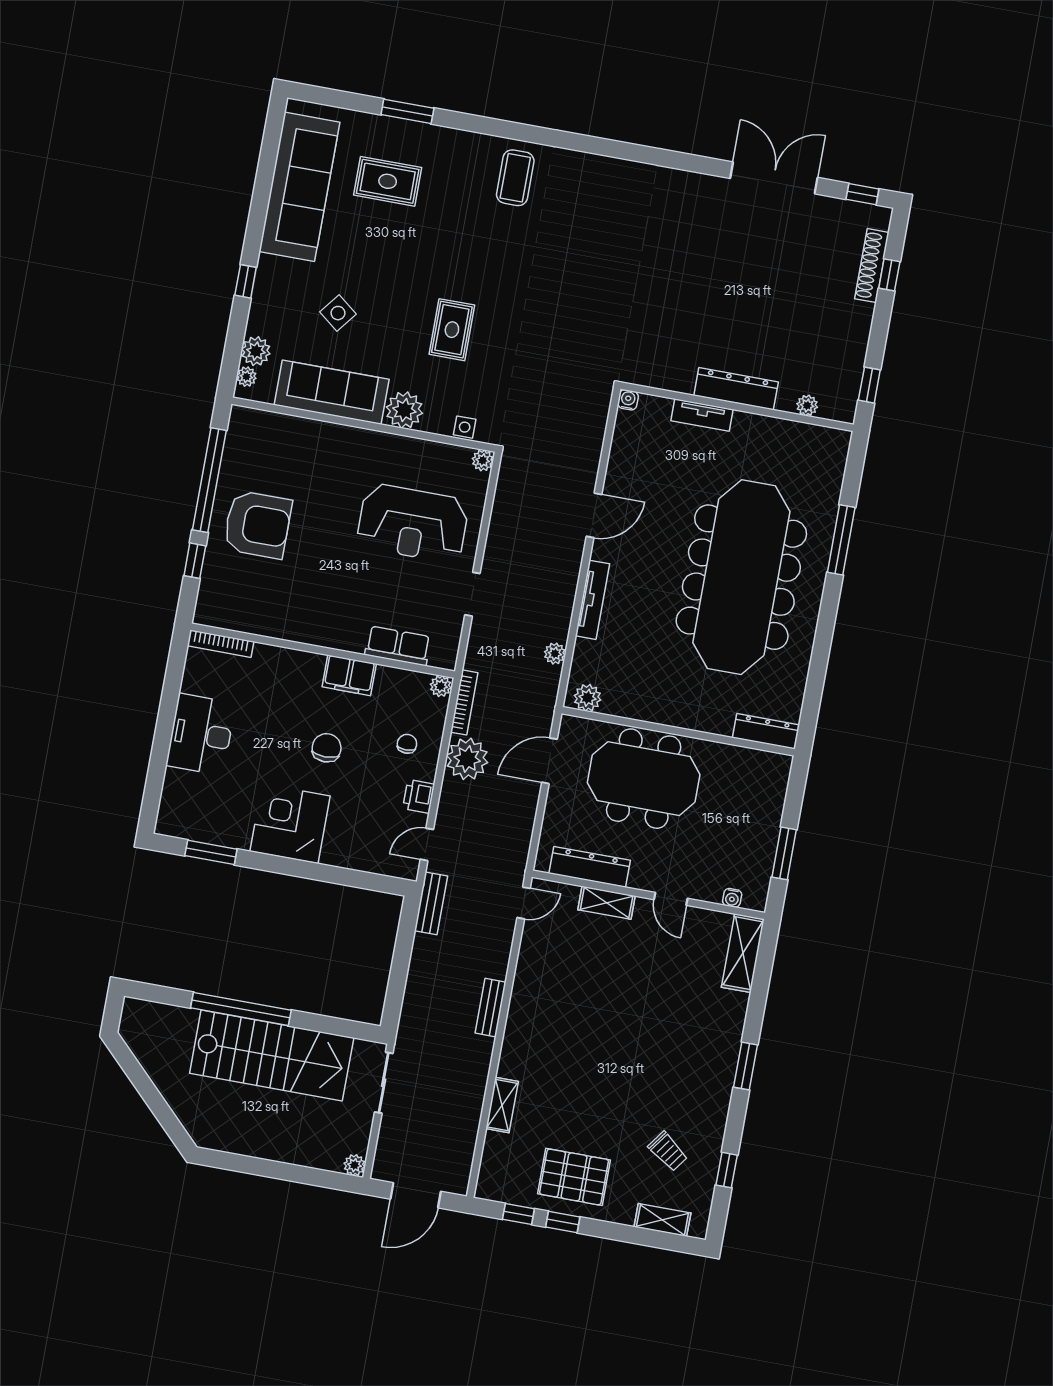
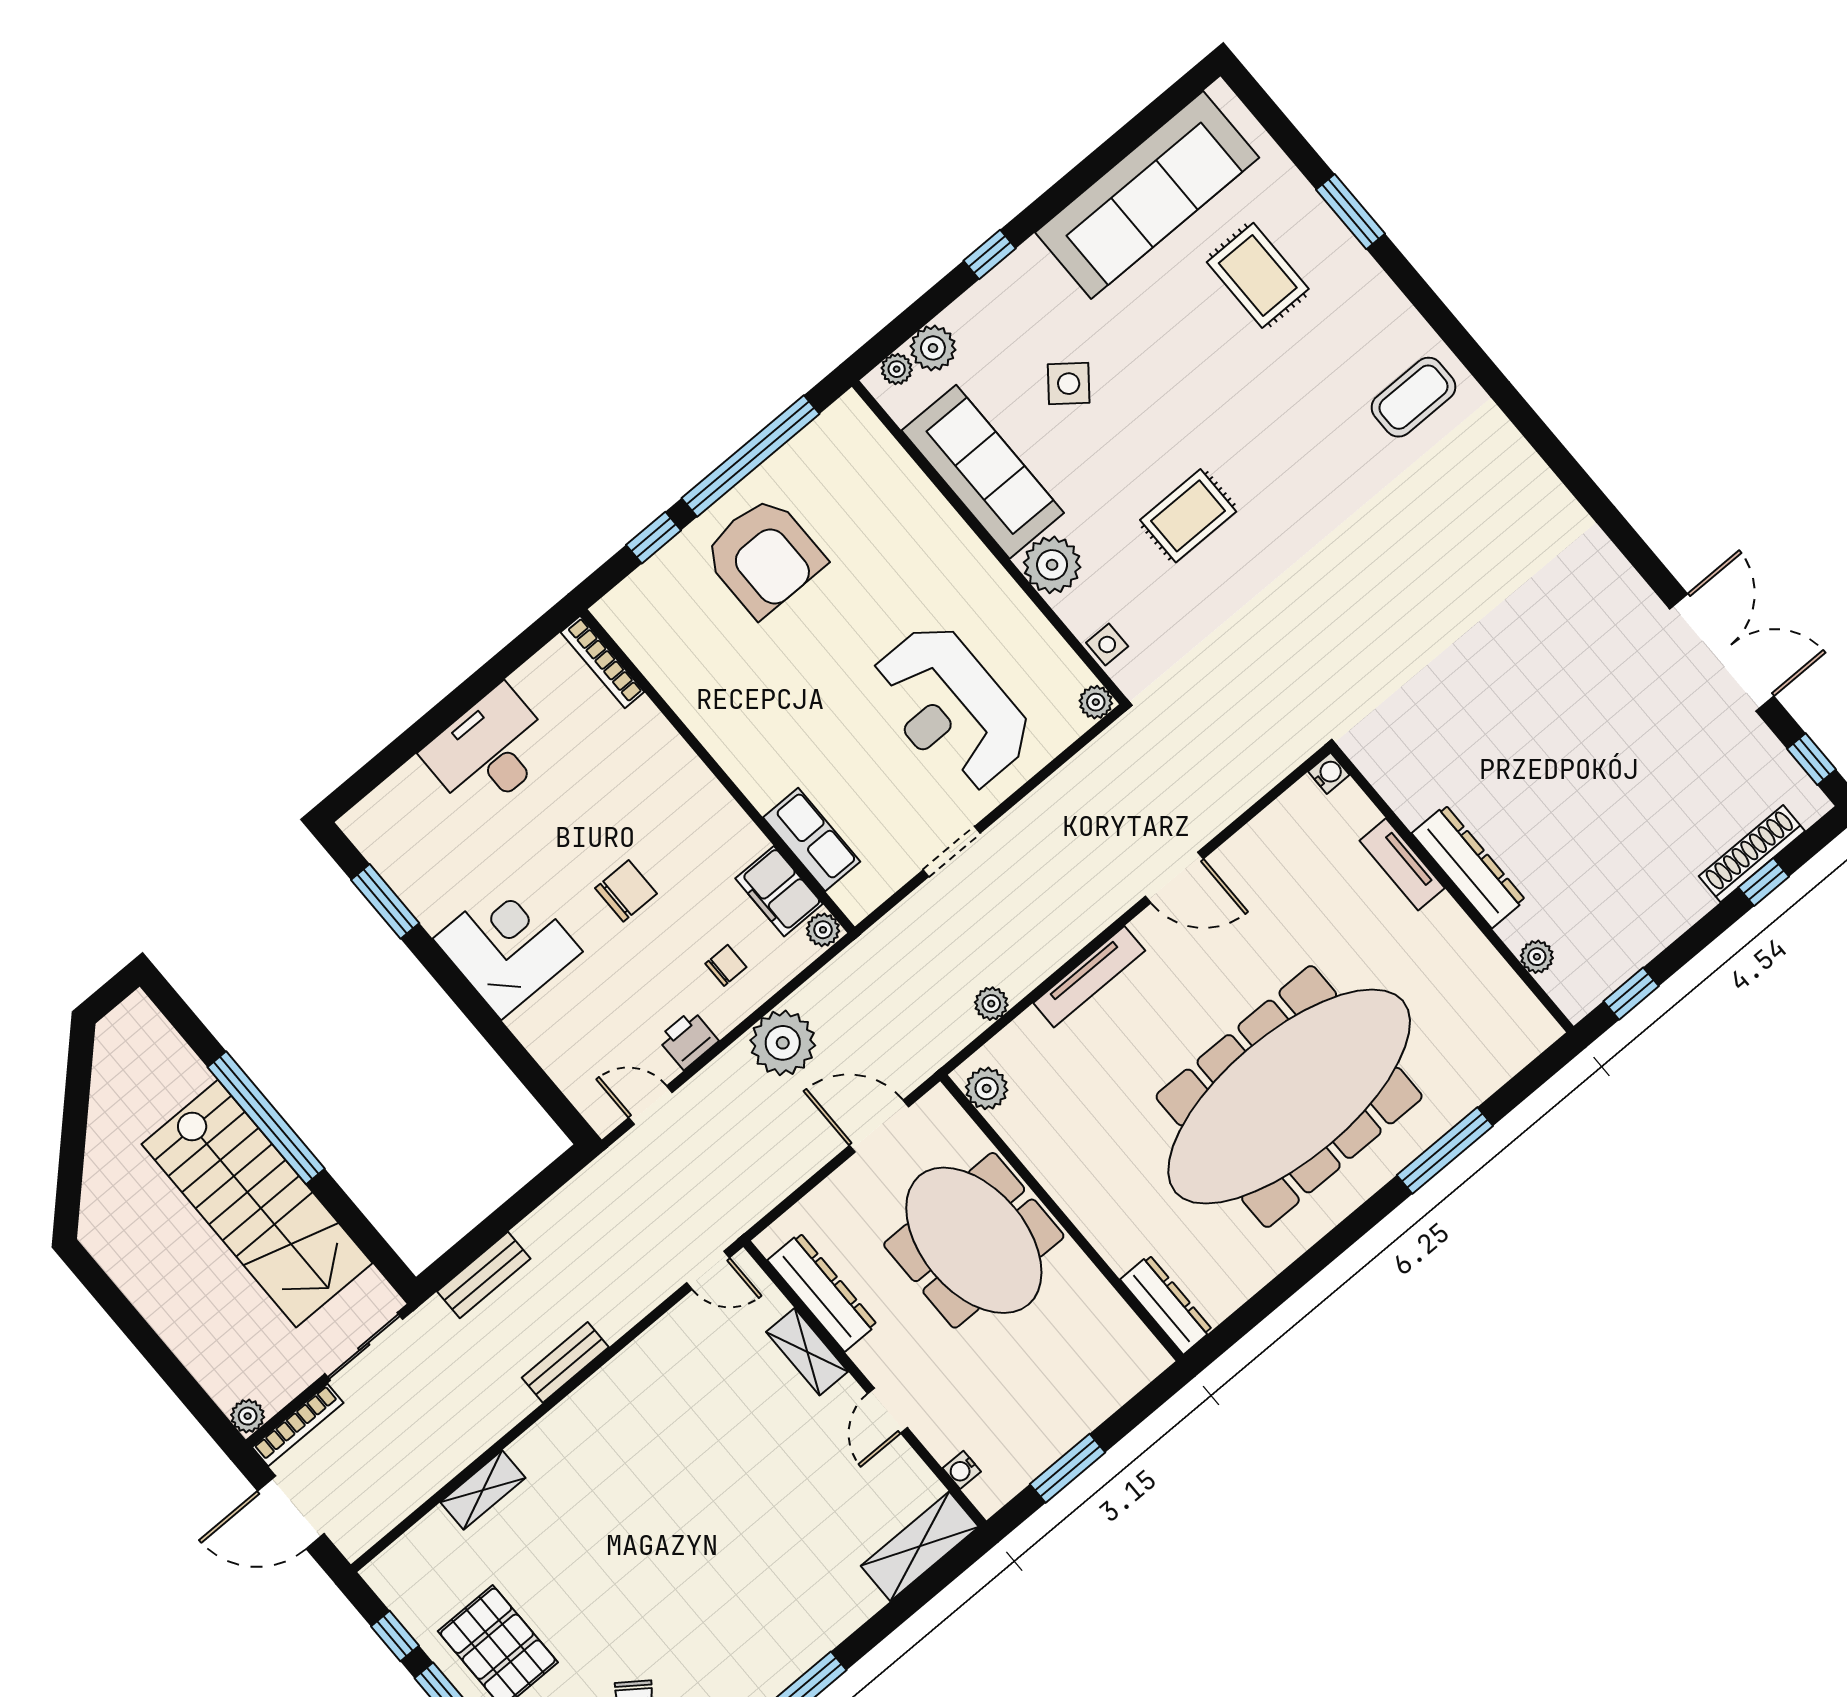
filing cabinet: (349, 675) -> (779, 891), moved
bookcase: (464, 702) -> (298, 1425), moved
bench: (431, 903) -> (484, 1275), moved

